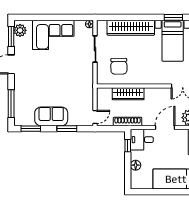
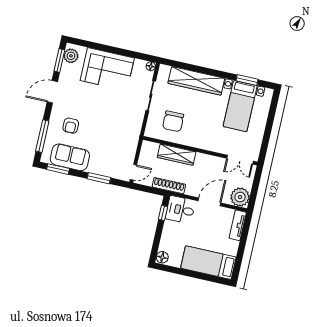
armchair: (33, 89) -> (71, 126), added
sofa: (51, 116) -> (70, 157), moved
floor lamp: (136, 165) -> (162, 257), moved

